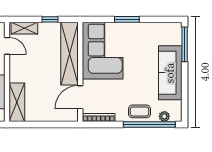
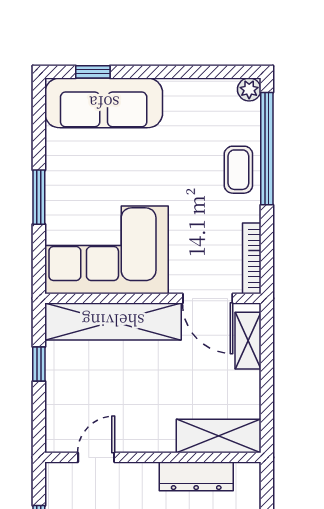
shelving: (24, 28) -> (248, 341), moved
window: (185, 44) -> (93, 72), width x0.46
sofa: (170, 73) -> (104, 103), moved
plant: (164, 116) -> (249, 90), moved

